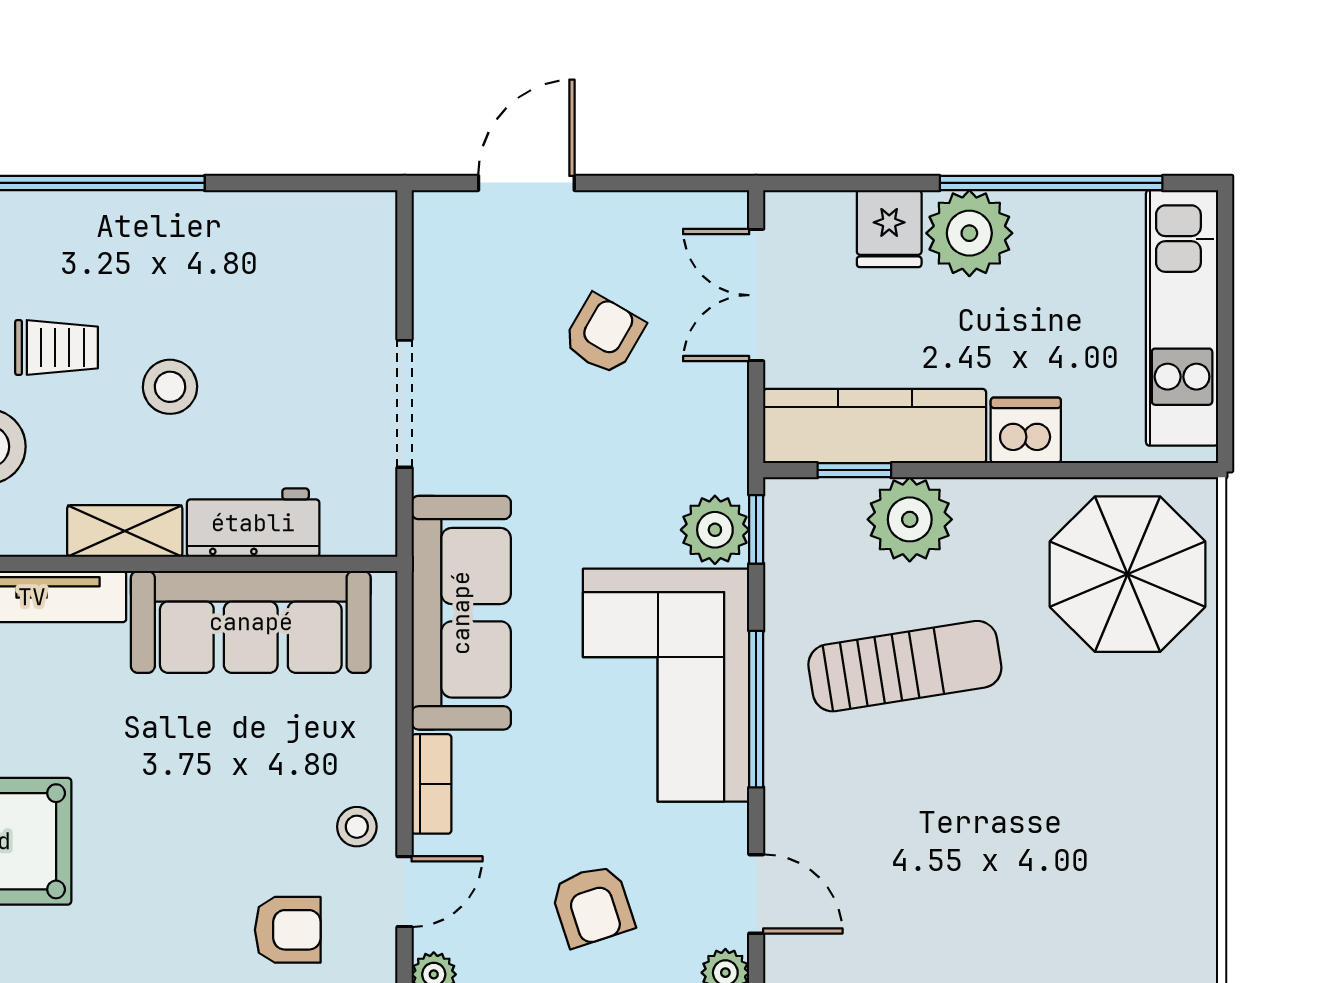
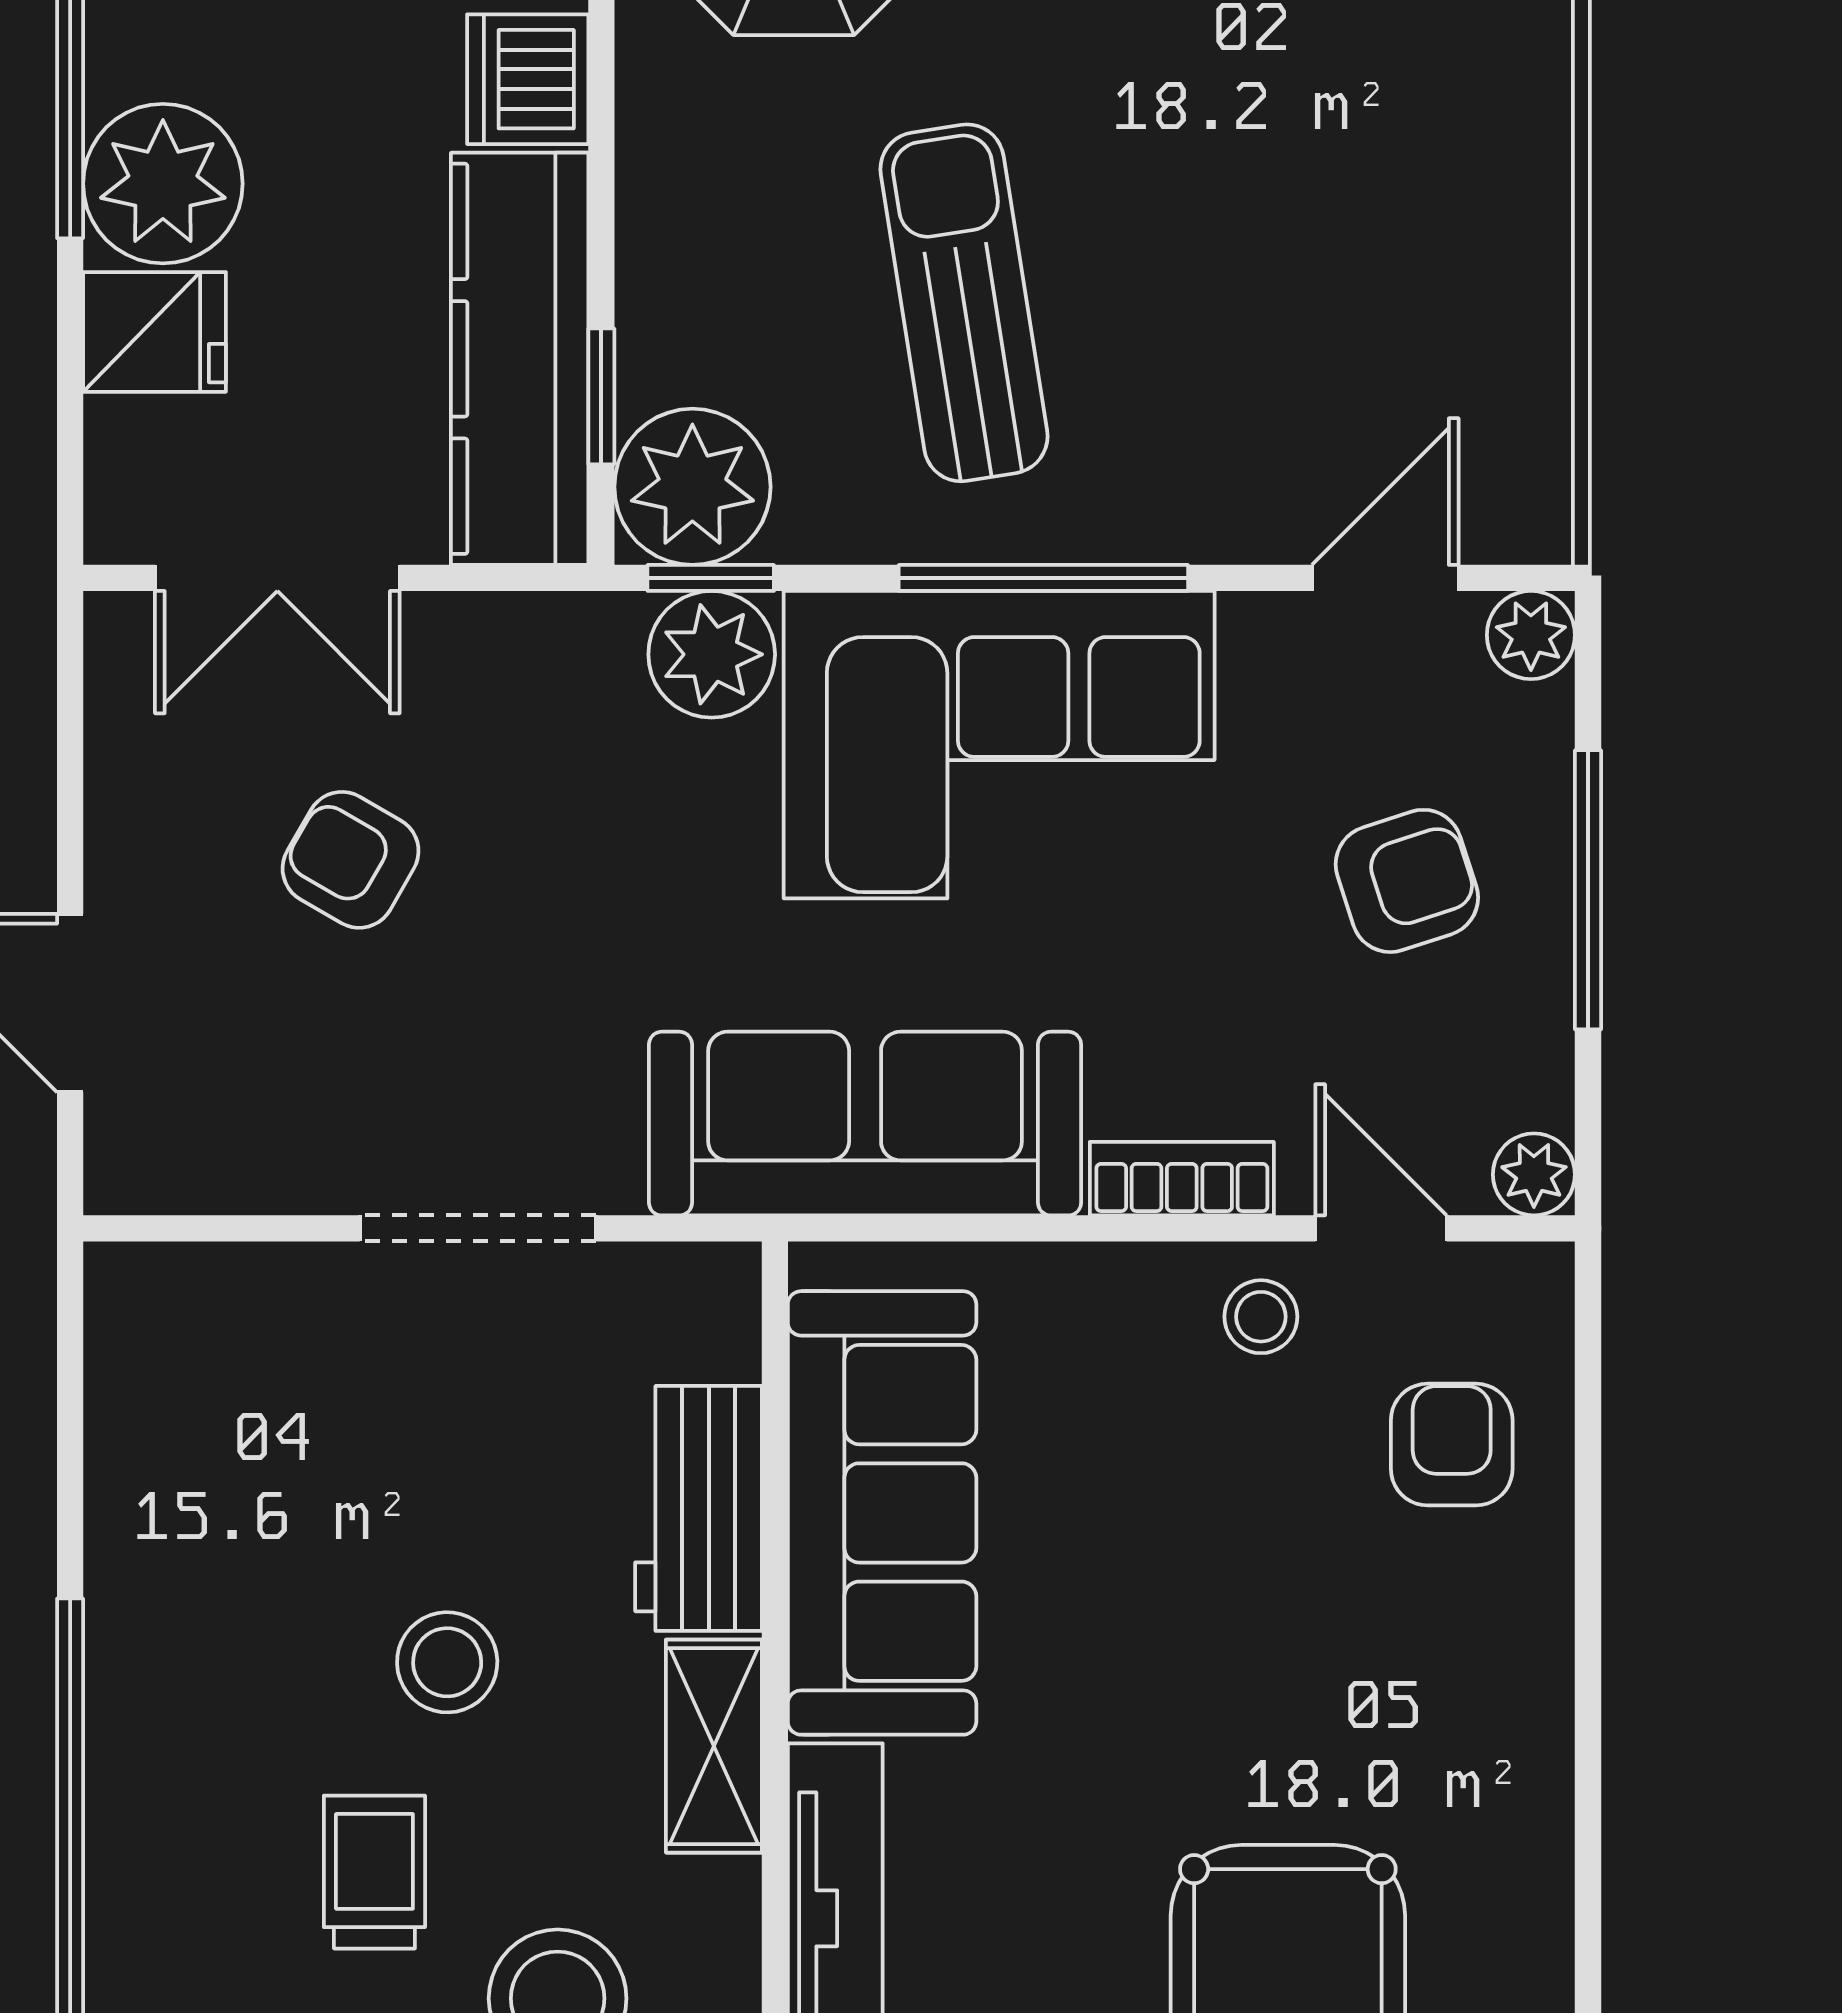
plant: (910, 519) -> (692, 487), moved

